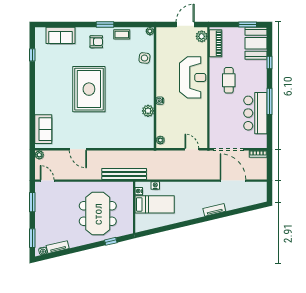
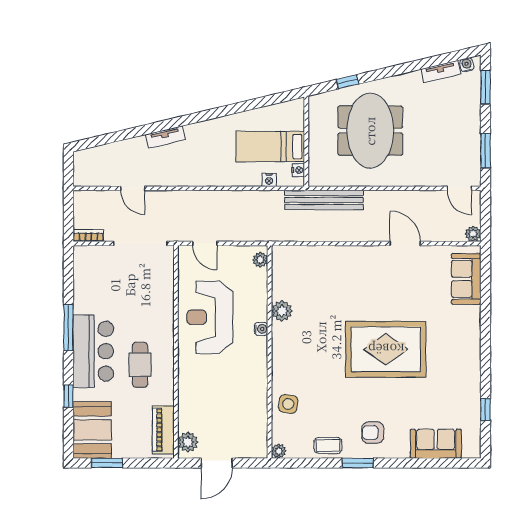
reception desk: (193, 77) -> (210, 317), moved
rug: (89, 89) -> (386, 349), turned 90
bar counter: (255, 113) -> (93, 351), moved
door: (233, 181) -> (133, 188), width x0.53

